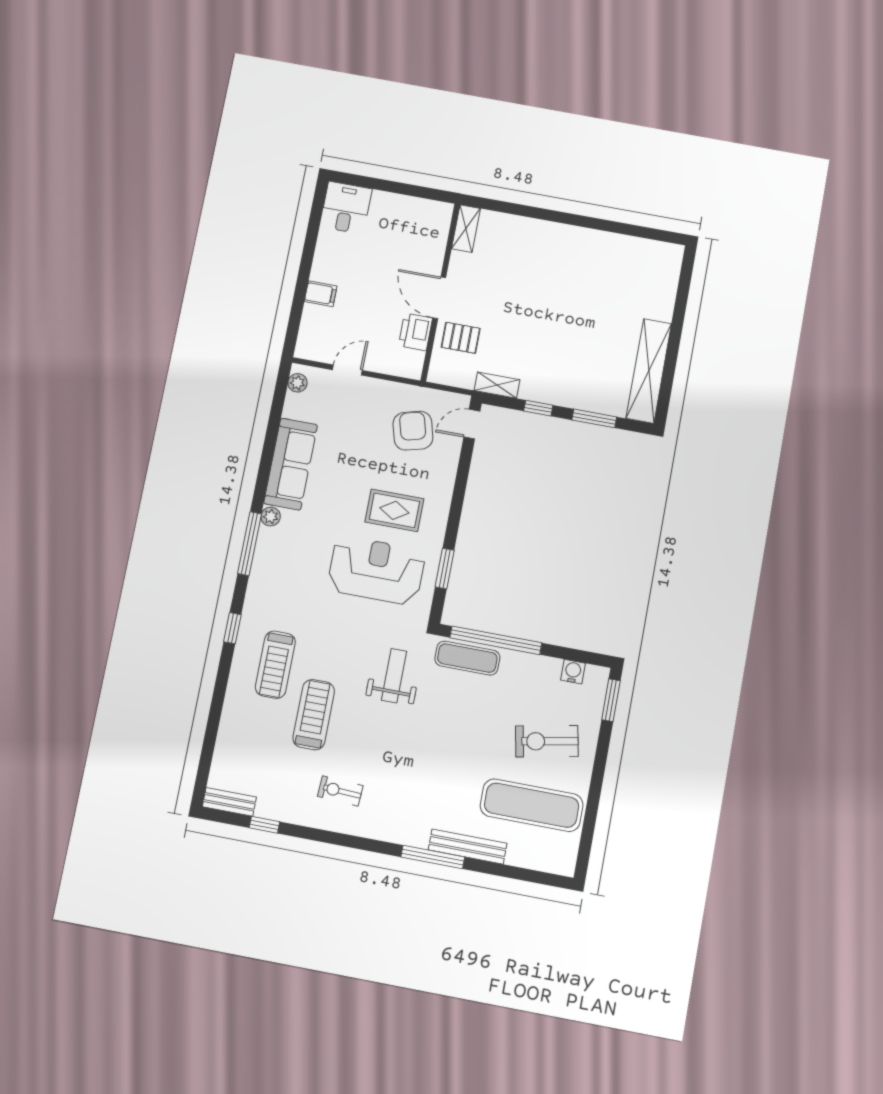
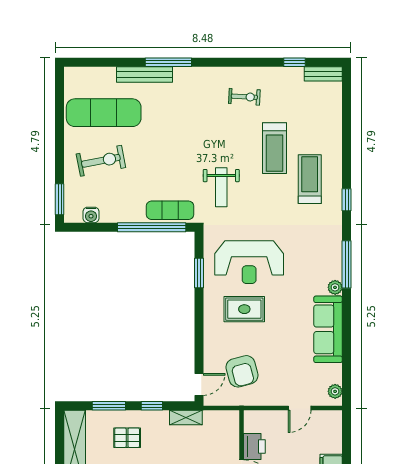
pallet: (461, 338) -> (127, 438), moved

